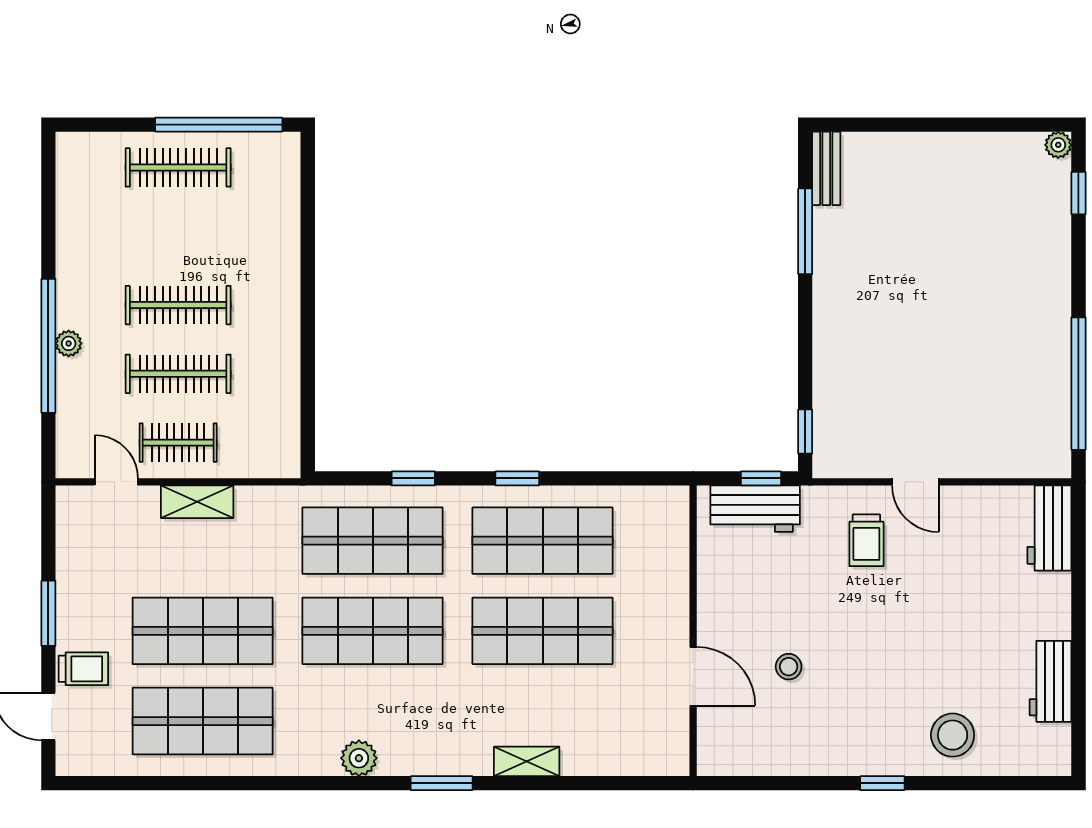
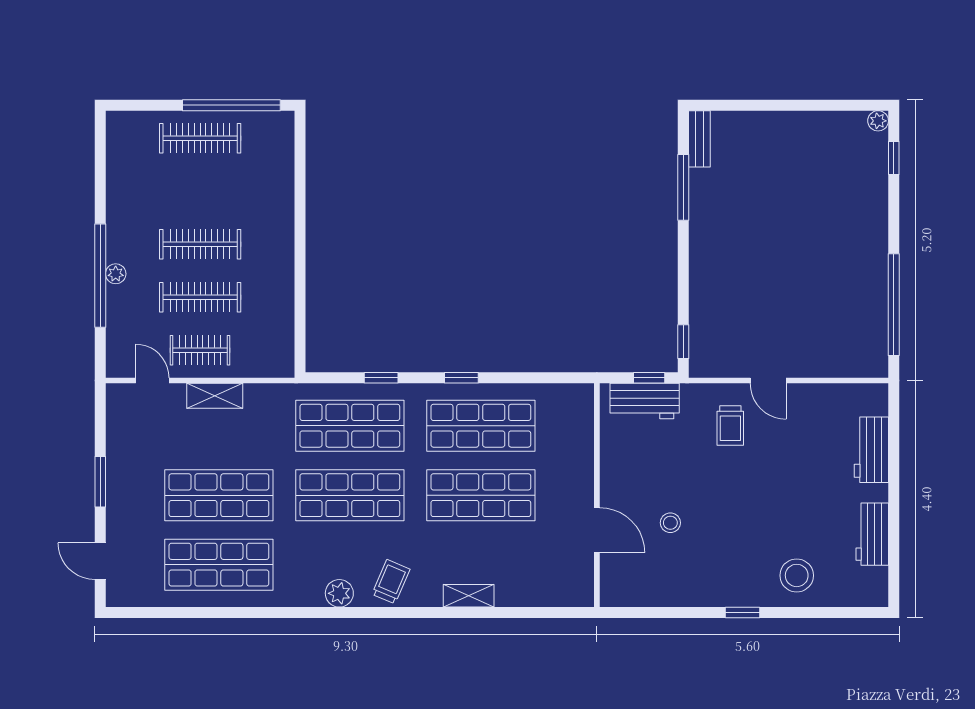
workbench: (1049, 528) -> (871, 450), moved
trolley: (83, 669) -> (391, 582), moved, turned -67
window: (442, 783) -> (403, 613), removed

